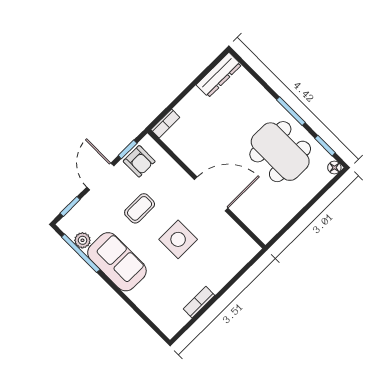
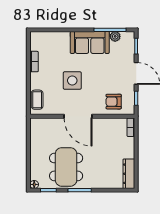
dining table: (280, 152) -> (66, 167), turned 90
armchair: (139, 161) -> (114, 102), moved
door: (211, 194) -> (78, 116), hinge flipped
coffee table: (140, 208) -> (37, 100), moved

